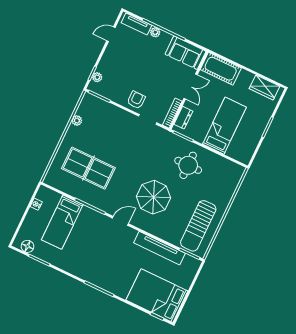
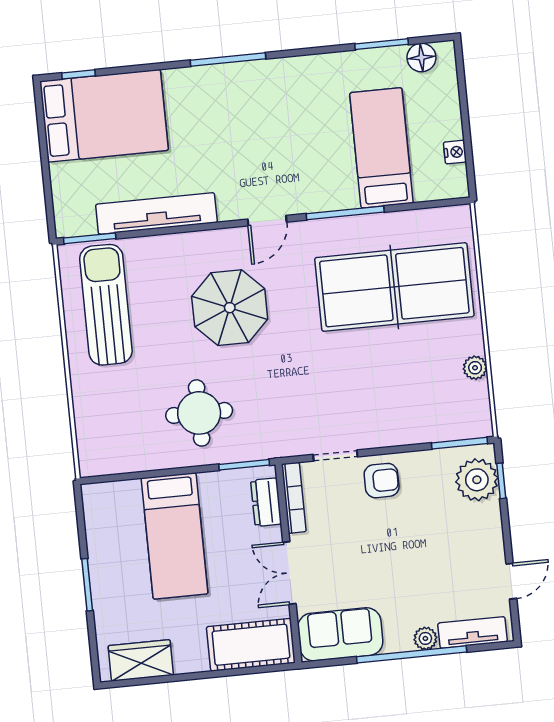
plant: (97, 77) -> (477, 480), width x1.88, depth x1.88
armchair: (136, 100) -> (382, 481), turned -90
table tennis table: (88, 168) -> (394, 287), width x1.36, depth x1.32

